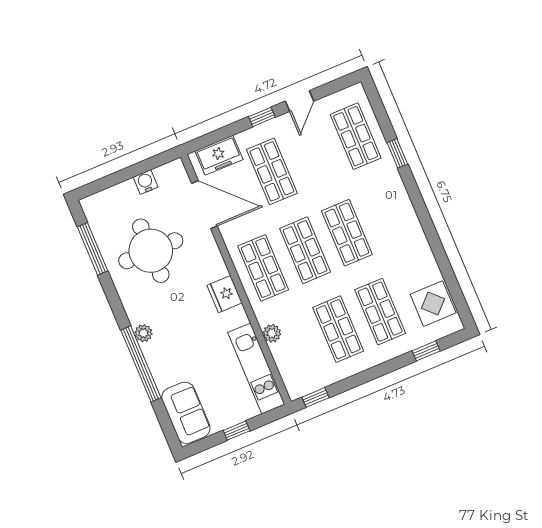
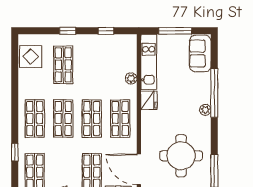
fridge: (225, 294) -> (149, 100), moved
shop shelf: (338, 329) -> (35, 118), moved
window: (426, 351) -> (68, 31), moved
window: (315, 397) -> (106, 31), moved
window: (237, 431) -> (175, 31), width x2.17

